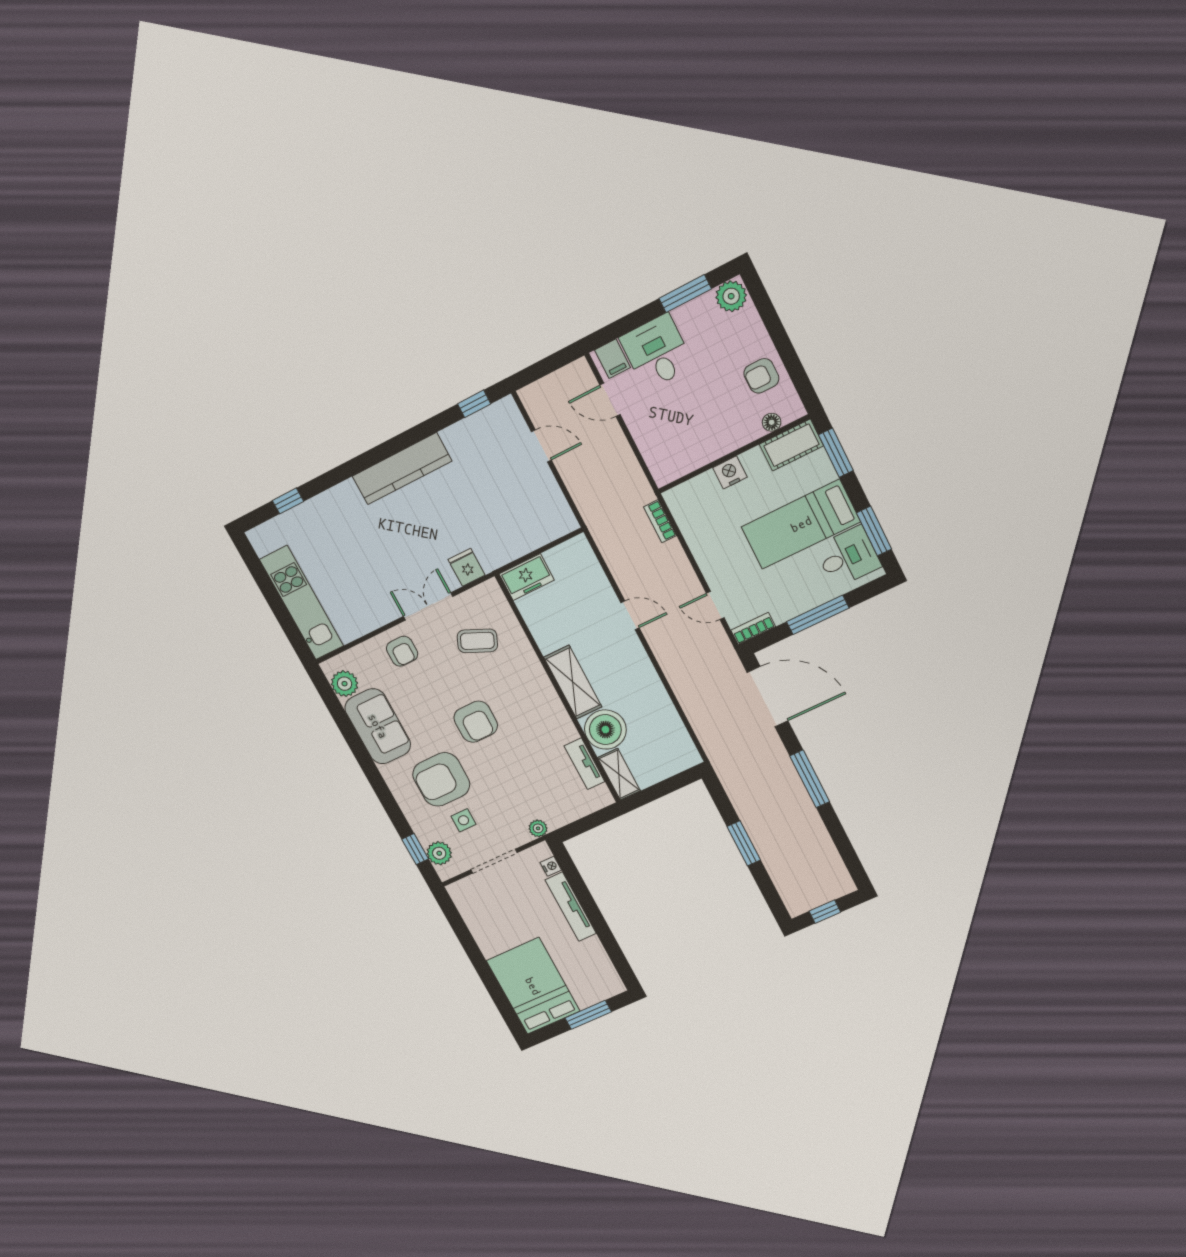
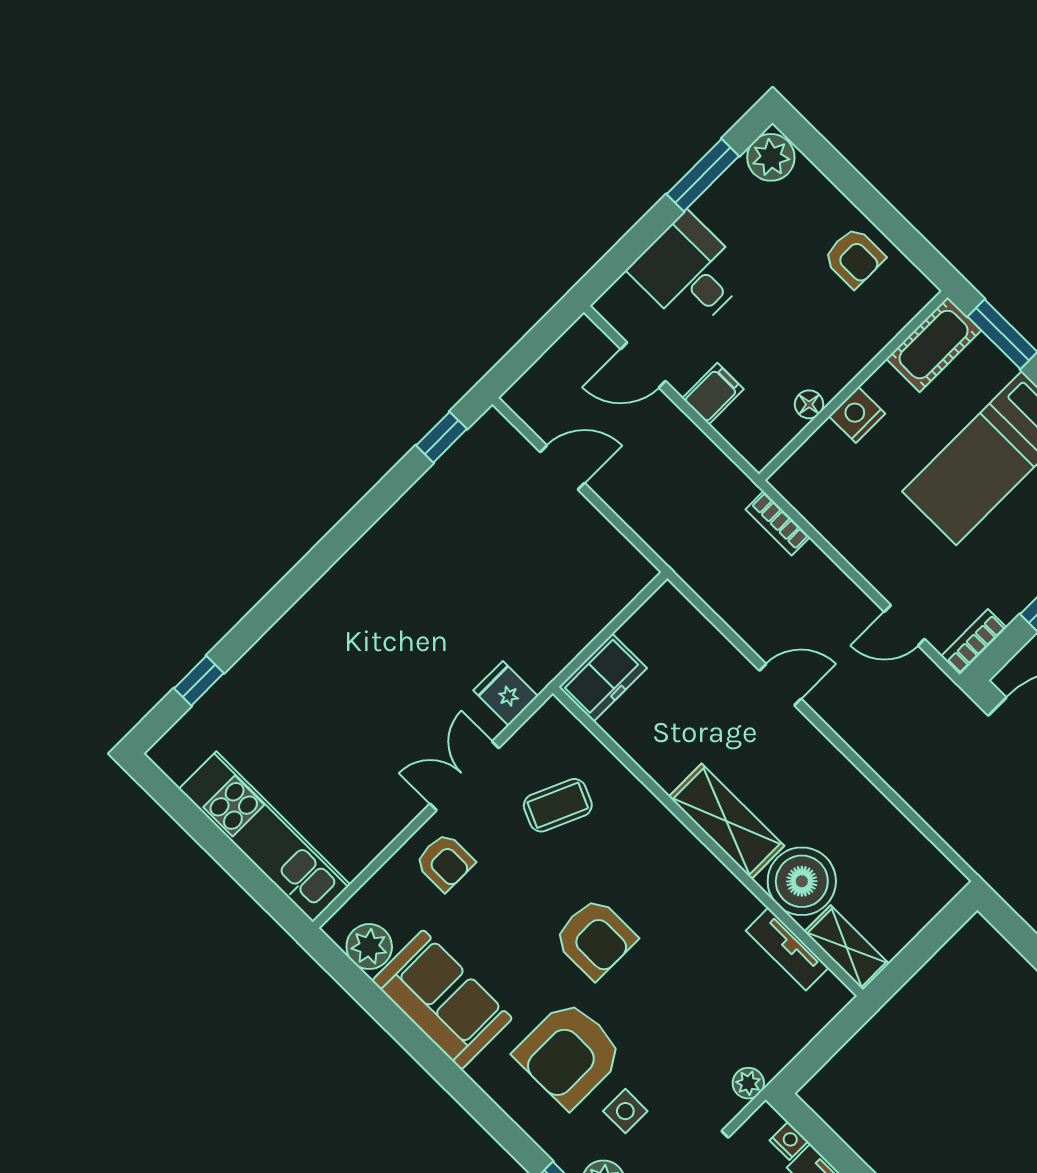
filing cabinet: (613, 359) -> (713, 394), moved, turned -90
armchair: (761, 376) -> (854, 258), turned -90
floor lamp: (772, 422) -> (809, 404), moved
kitchen counter: (402, 469) -> (361, 572), removed

